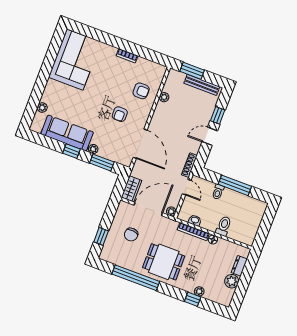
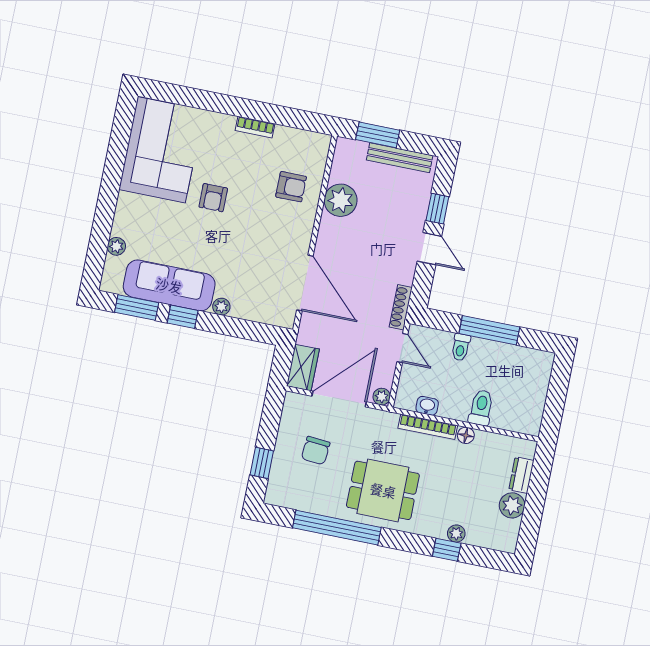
plant: (164, 97) -> (341, 200), width x1.88, depth x1.88
armchair: (120, 114) -> (213, 198), moved
door: (210, 136) -> (429, 249), swing flipped
window: (102, 163) -> (137, 308), moved

